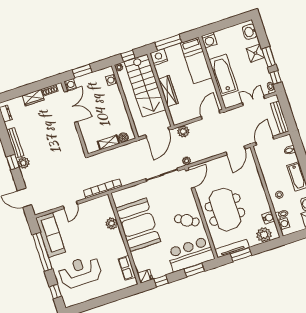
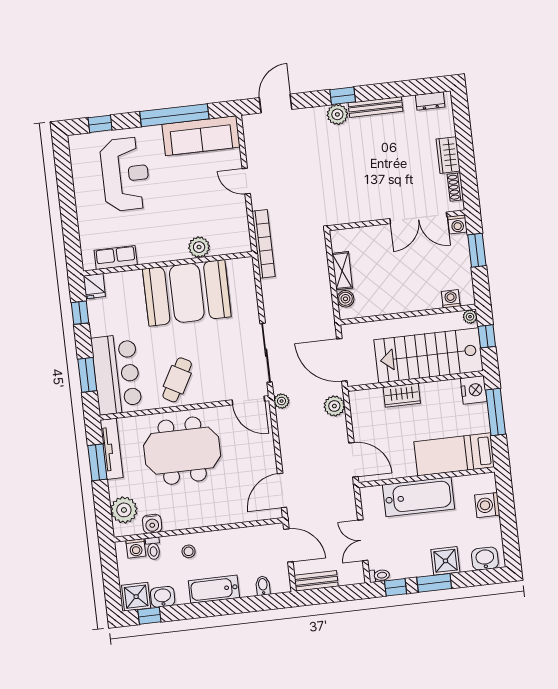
washing machine: (209, 40) -> (487, 505), moved
wardrobe: (168, 91) -> (402, 395), width x0.67
double door: (254, 101) -> (363, 540), swing flipped
bench: (280, 117) -> (316, 581), width x0.73
door: (235, 150) -> (282, 491), hinge flipped

